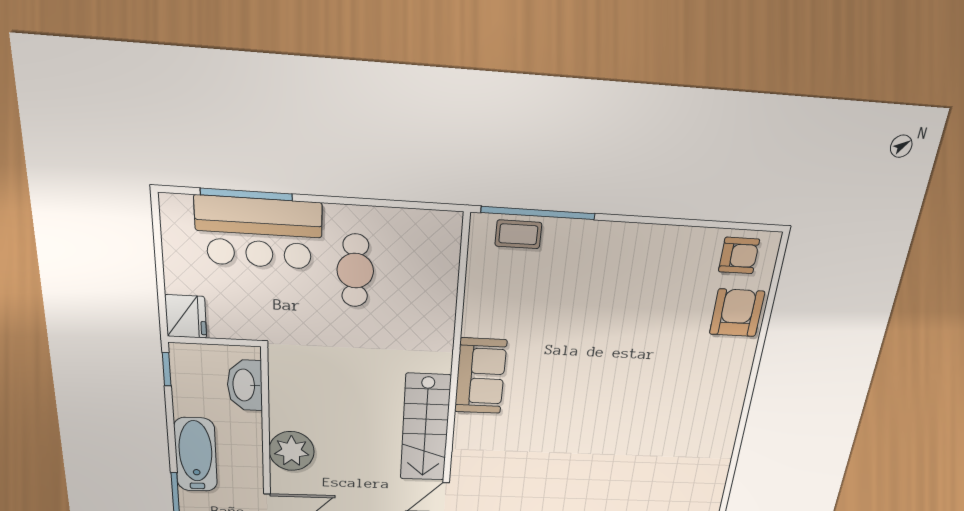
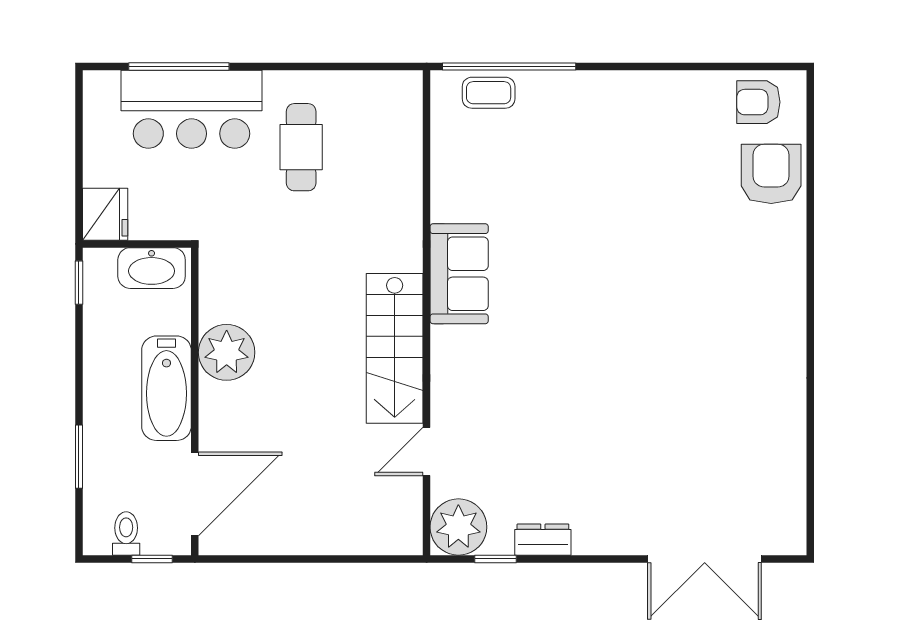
armchair: (739, 256) -> (758, 102), turned 180
washbasin: (245, 385) -> (152, 268), moved, turned -90
plant: (292, 451) -> (227, 352), moved
bathtub: (196, 455) -> (166, 388), moved, turned 180

